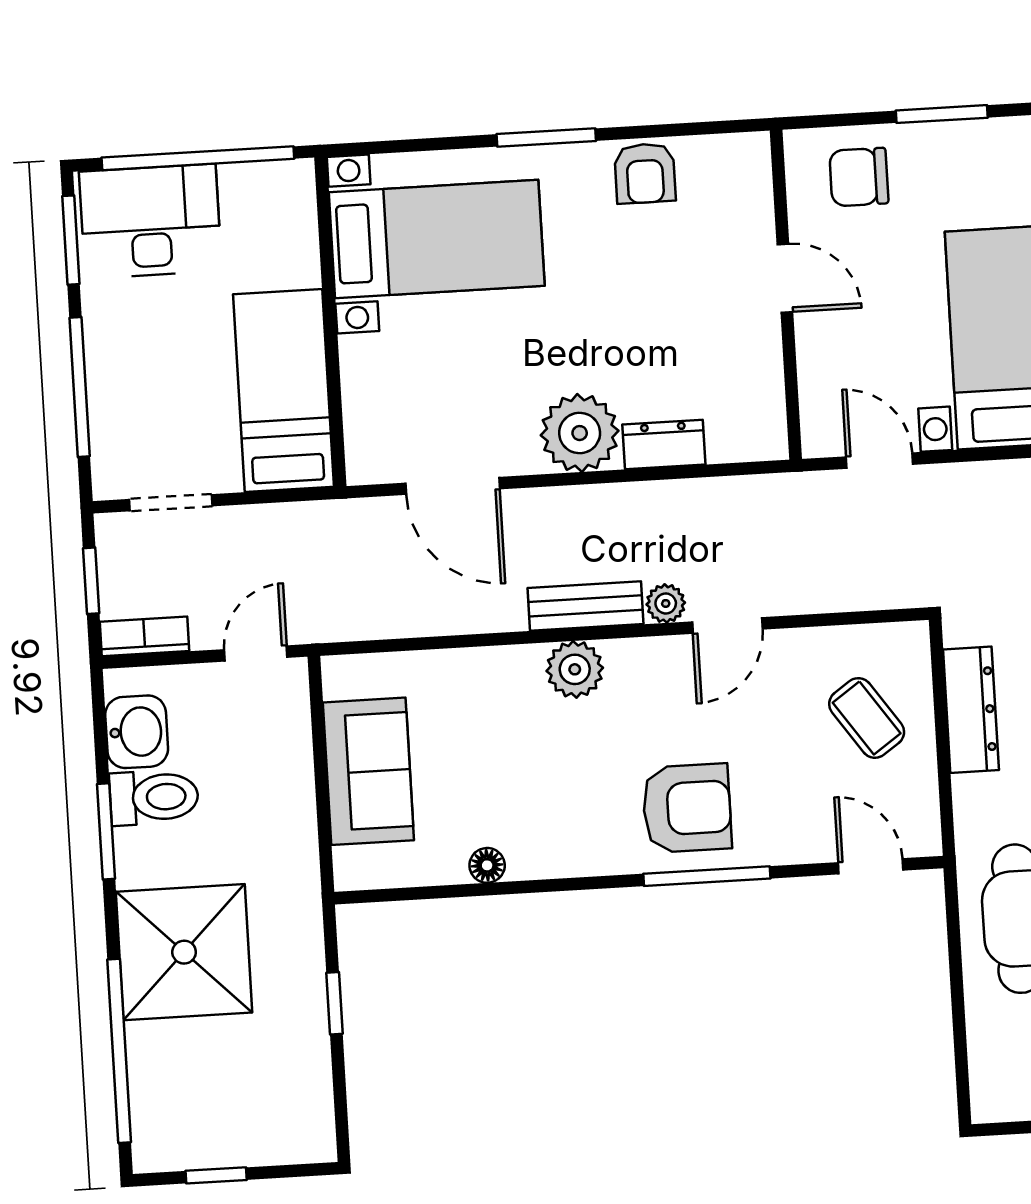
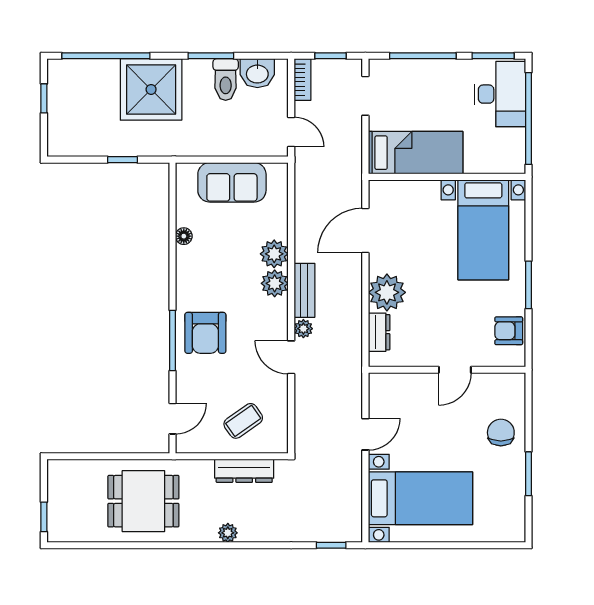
door: (785, 278) -> (455, 370), moved
wall: (786, 295) -> (447, 370), moved
plant: (513, 674) -> (274, 254), added

